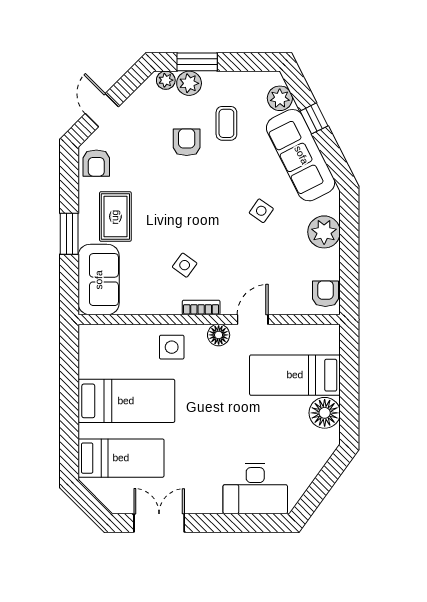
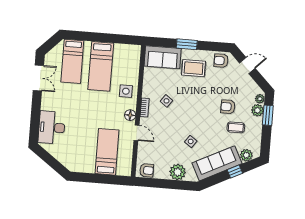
armchair: (187, 142) -> (228, 107), turned 180
floor lamp: (325, 413) -> (87, 165), removed

